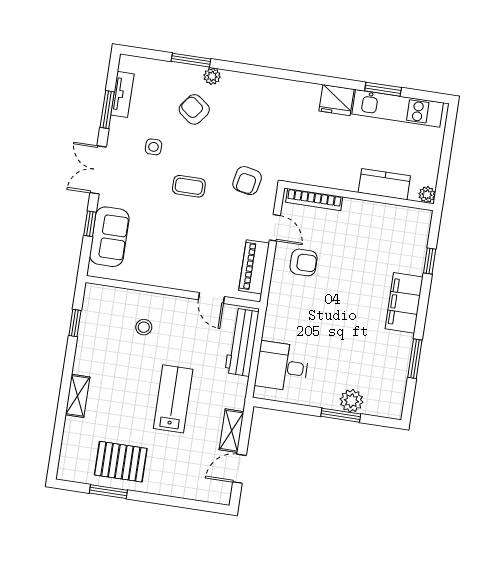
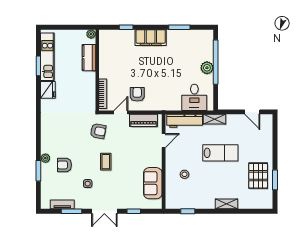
armchair: (194, 109) -> (64, 165), turned 53
sofa: (109, 237) -> (153, 183), moved, turned -90
lab bench: (173, 399) -> (220, 153), turned 180
plant: (351, 401) -> (207, 68), moved
window: (341, 415) -> (216, 62), width x2.11
shelving: (232, 431) -> (214, 119), moved

